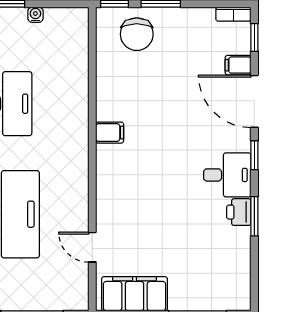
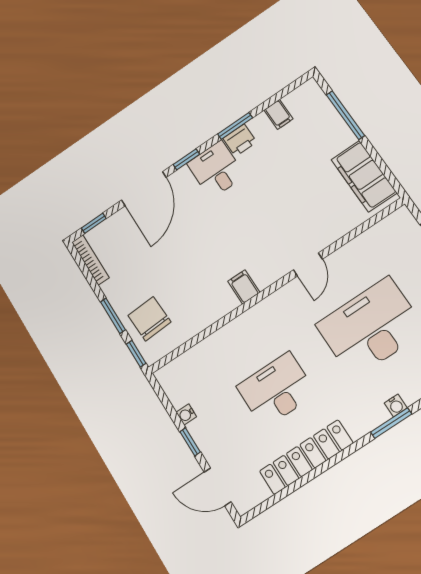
bookcase: (233, 14) -> (90, 260), width x1.56
chair: (137, 34) -> (149, 319), turned -93
filing cabinet: (238, 65) -> (278, 114), moved
door: (92, 247) -> (308, 265), moved

